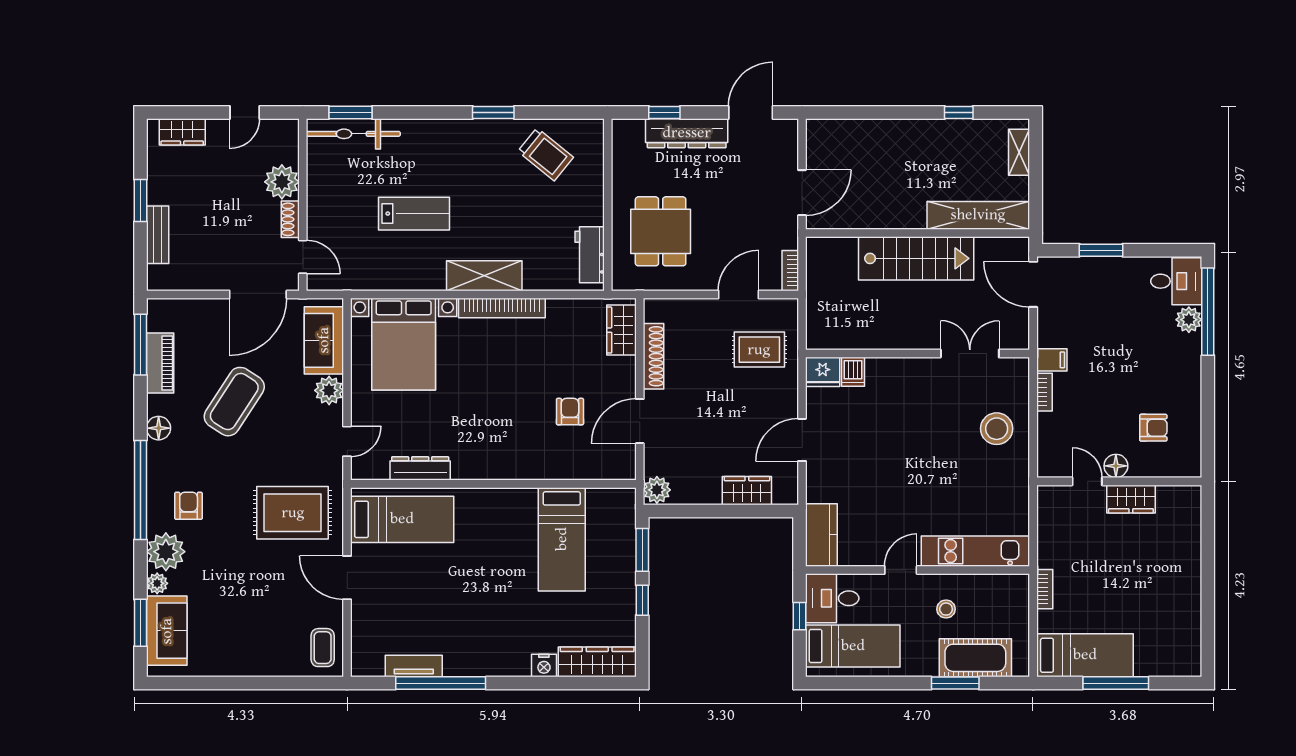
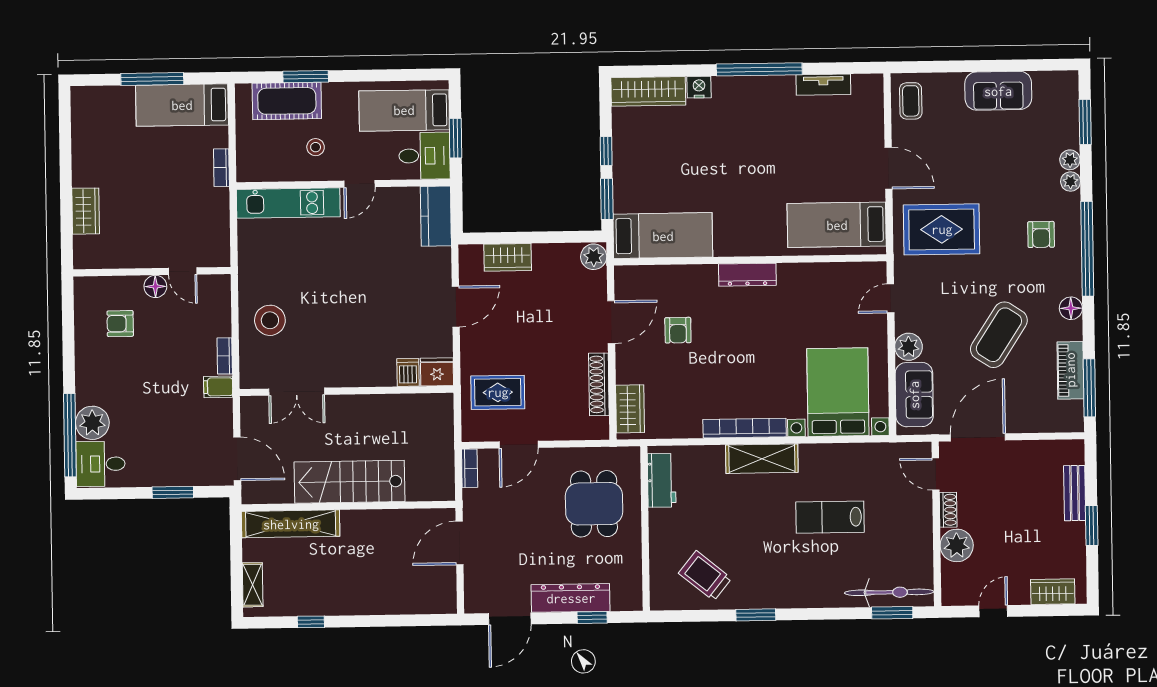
plant: (1189, 320) -> (92, 423), width x1.36, depth x1.36
dresser: (420, 468) -> (747, 275), moved
wardrobe: (1131, 499) -> (86, 211), moved, turned 90
bed: (562, 539) -> (663, 236), moved, turned 90
plant: (166, 552) -> (1071, 182), width x0.53, depth x0.53
window: (800, 616) -> (455, 138), width x1.50
sofa: (167, 631) -> (998, 91), moved, turned -90
window: (441, 683) -> (759, 69), moved

